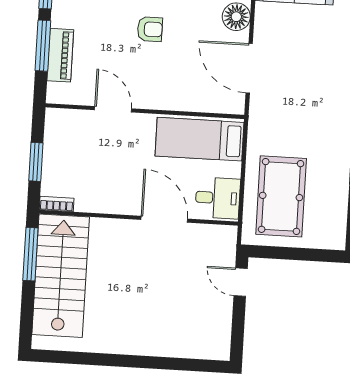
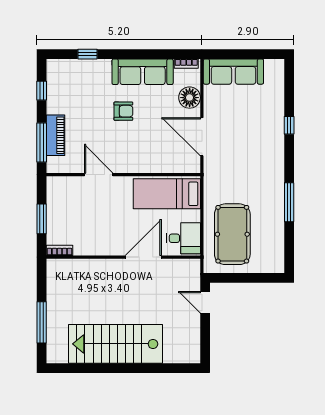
window: (43, 46) -> (42, 143), moved
door: (164, 219) -> (143, 257), hinge flipped
window: (30, 254) -> (42, 322), moved
stairs: (61, 276) -> (116, 344), moved, turned -90

